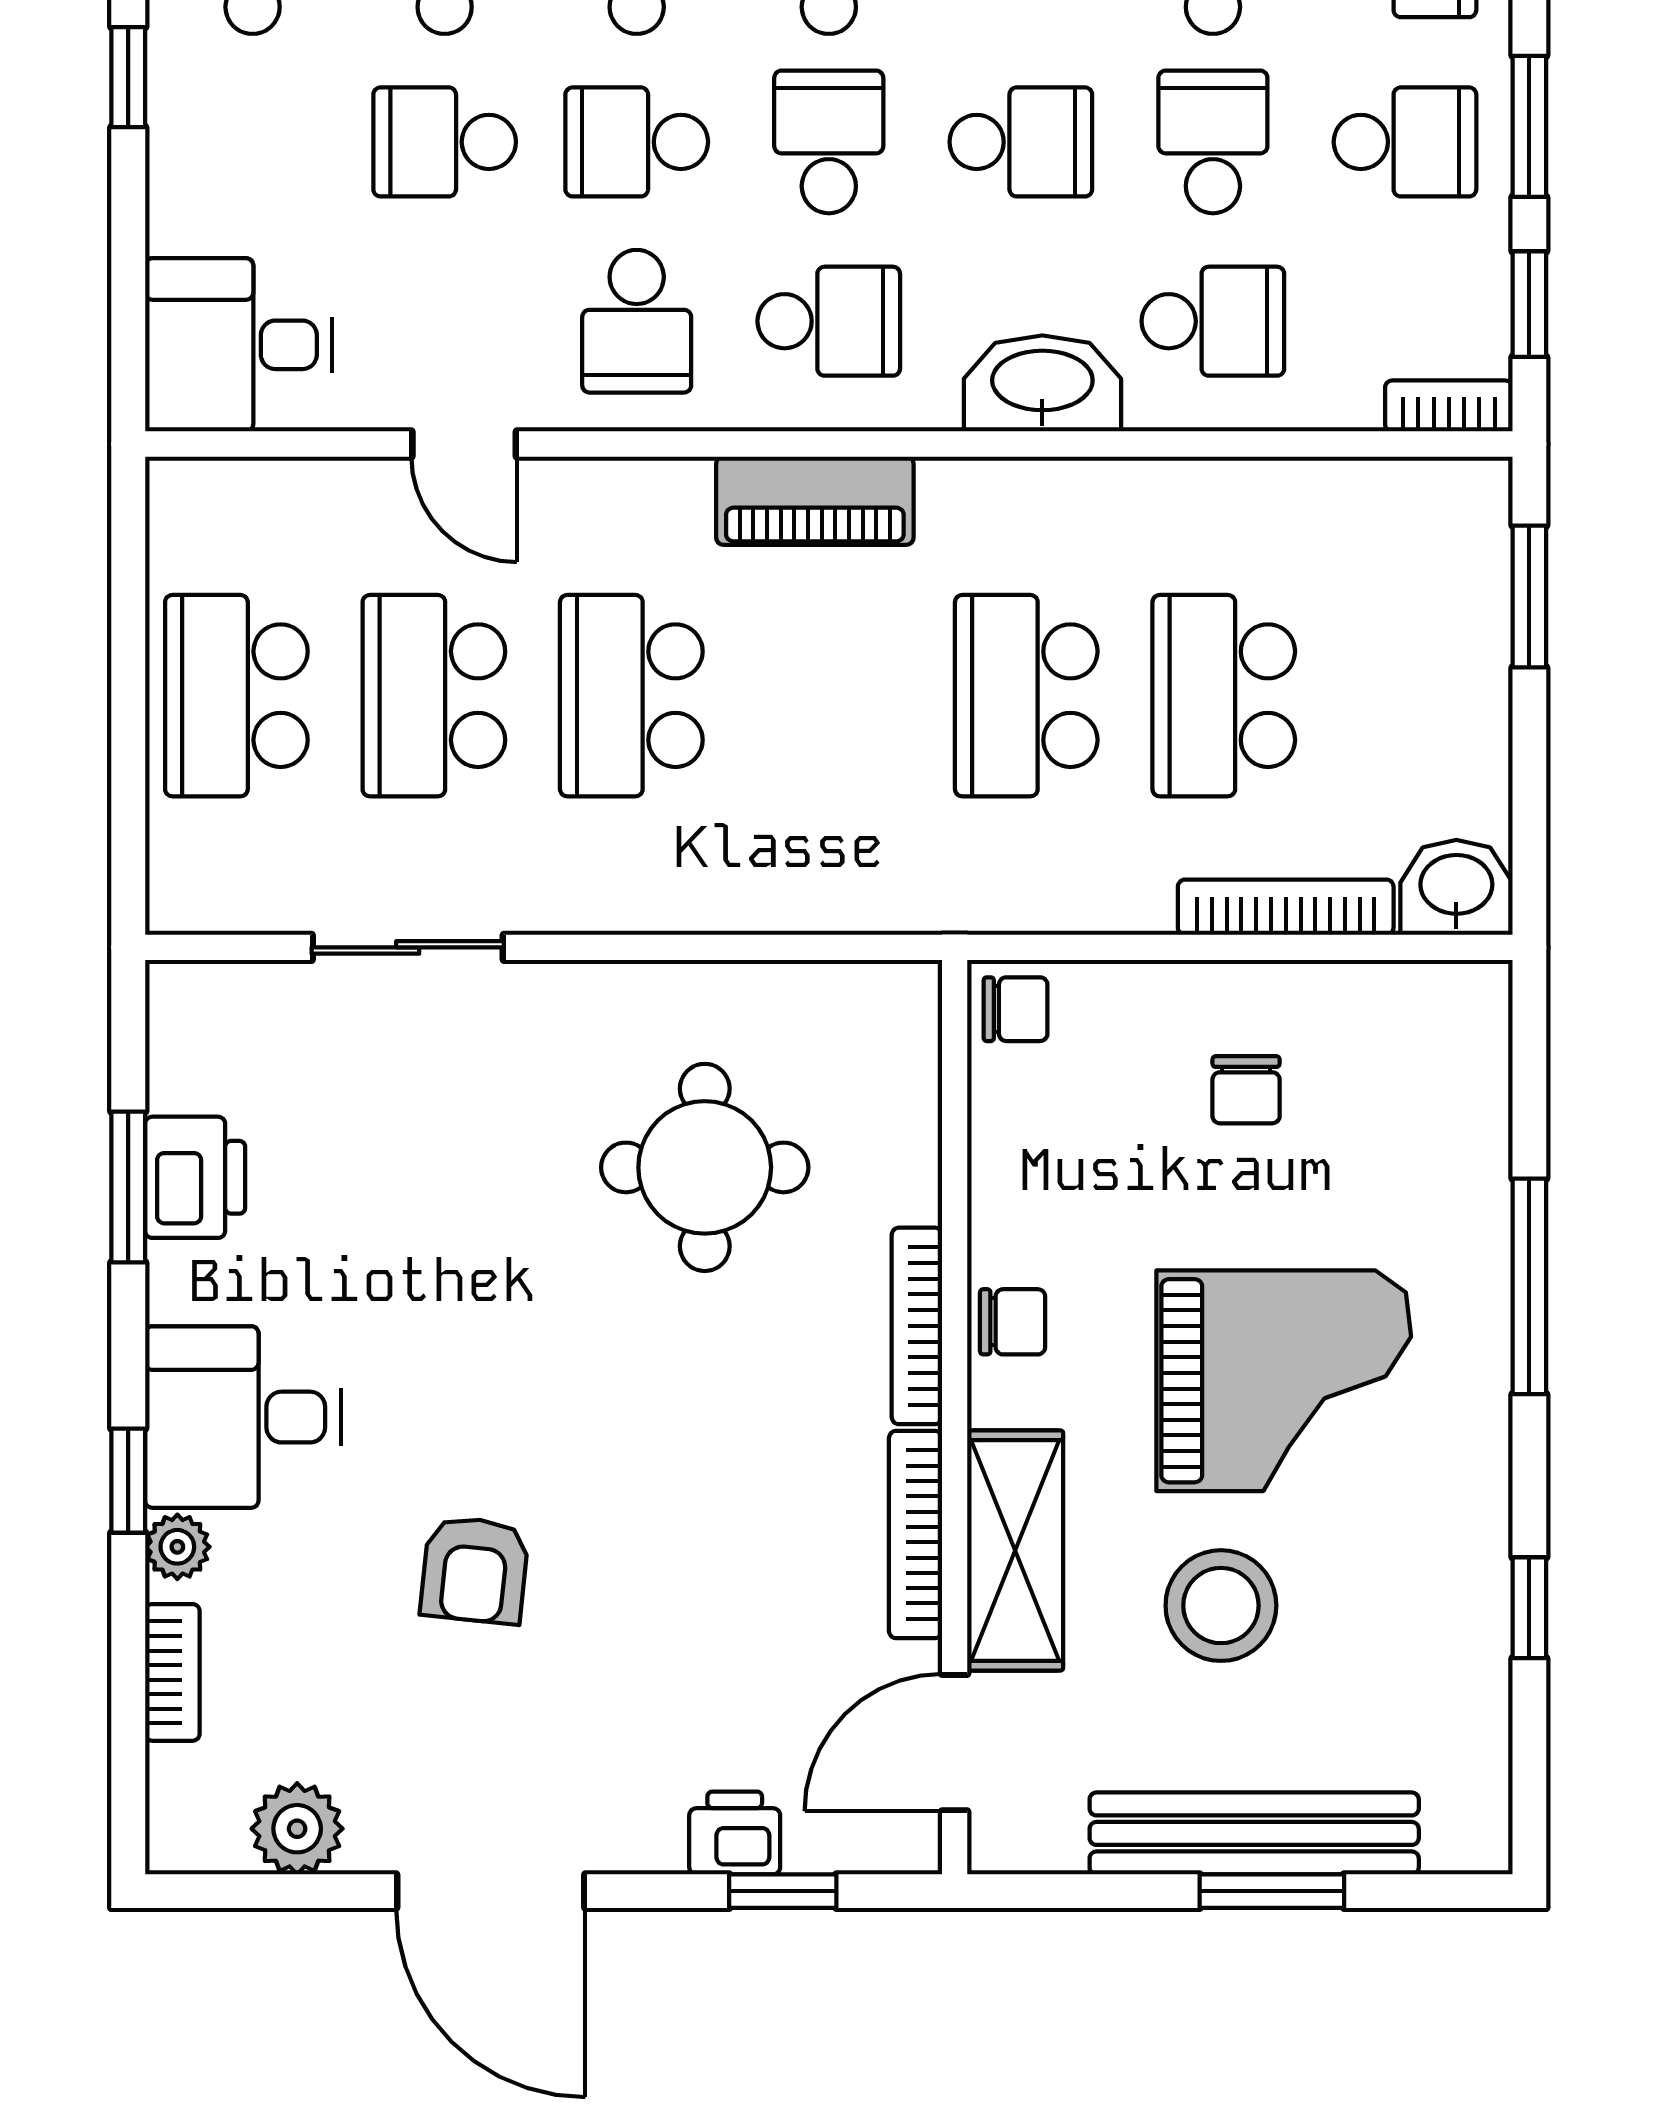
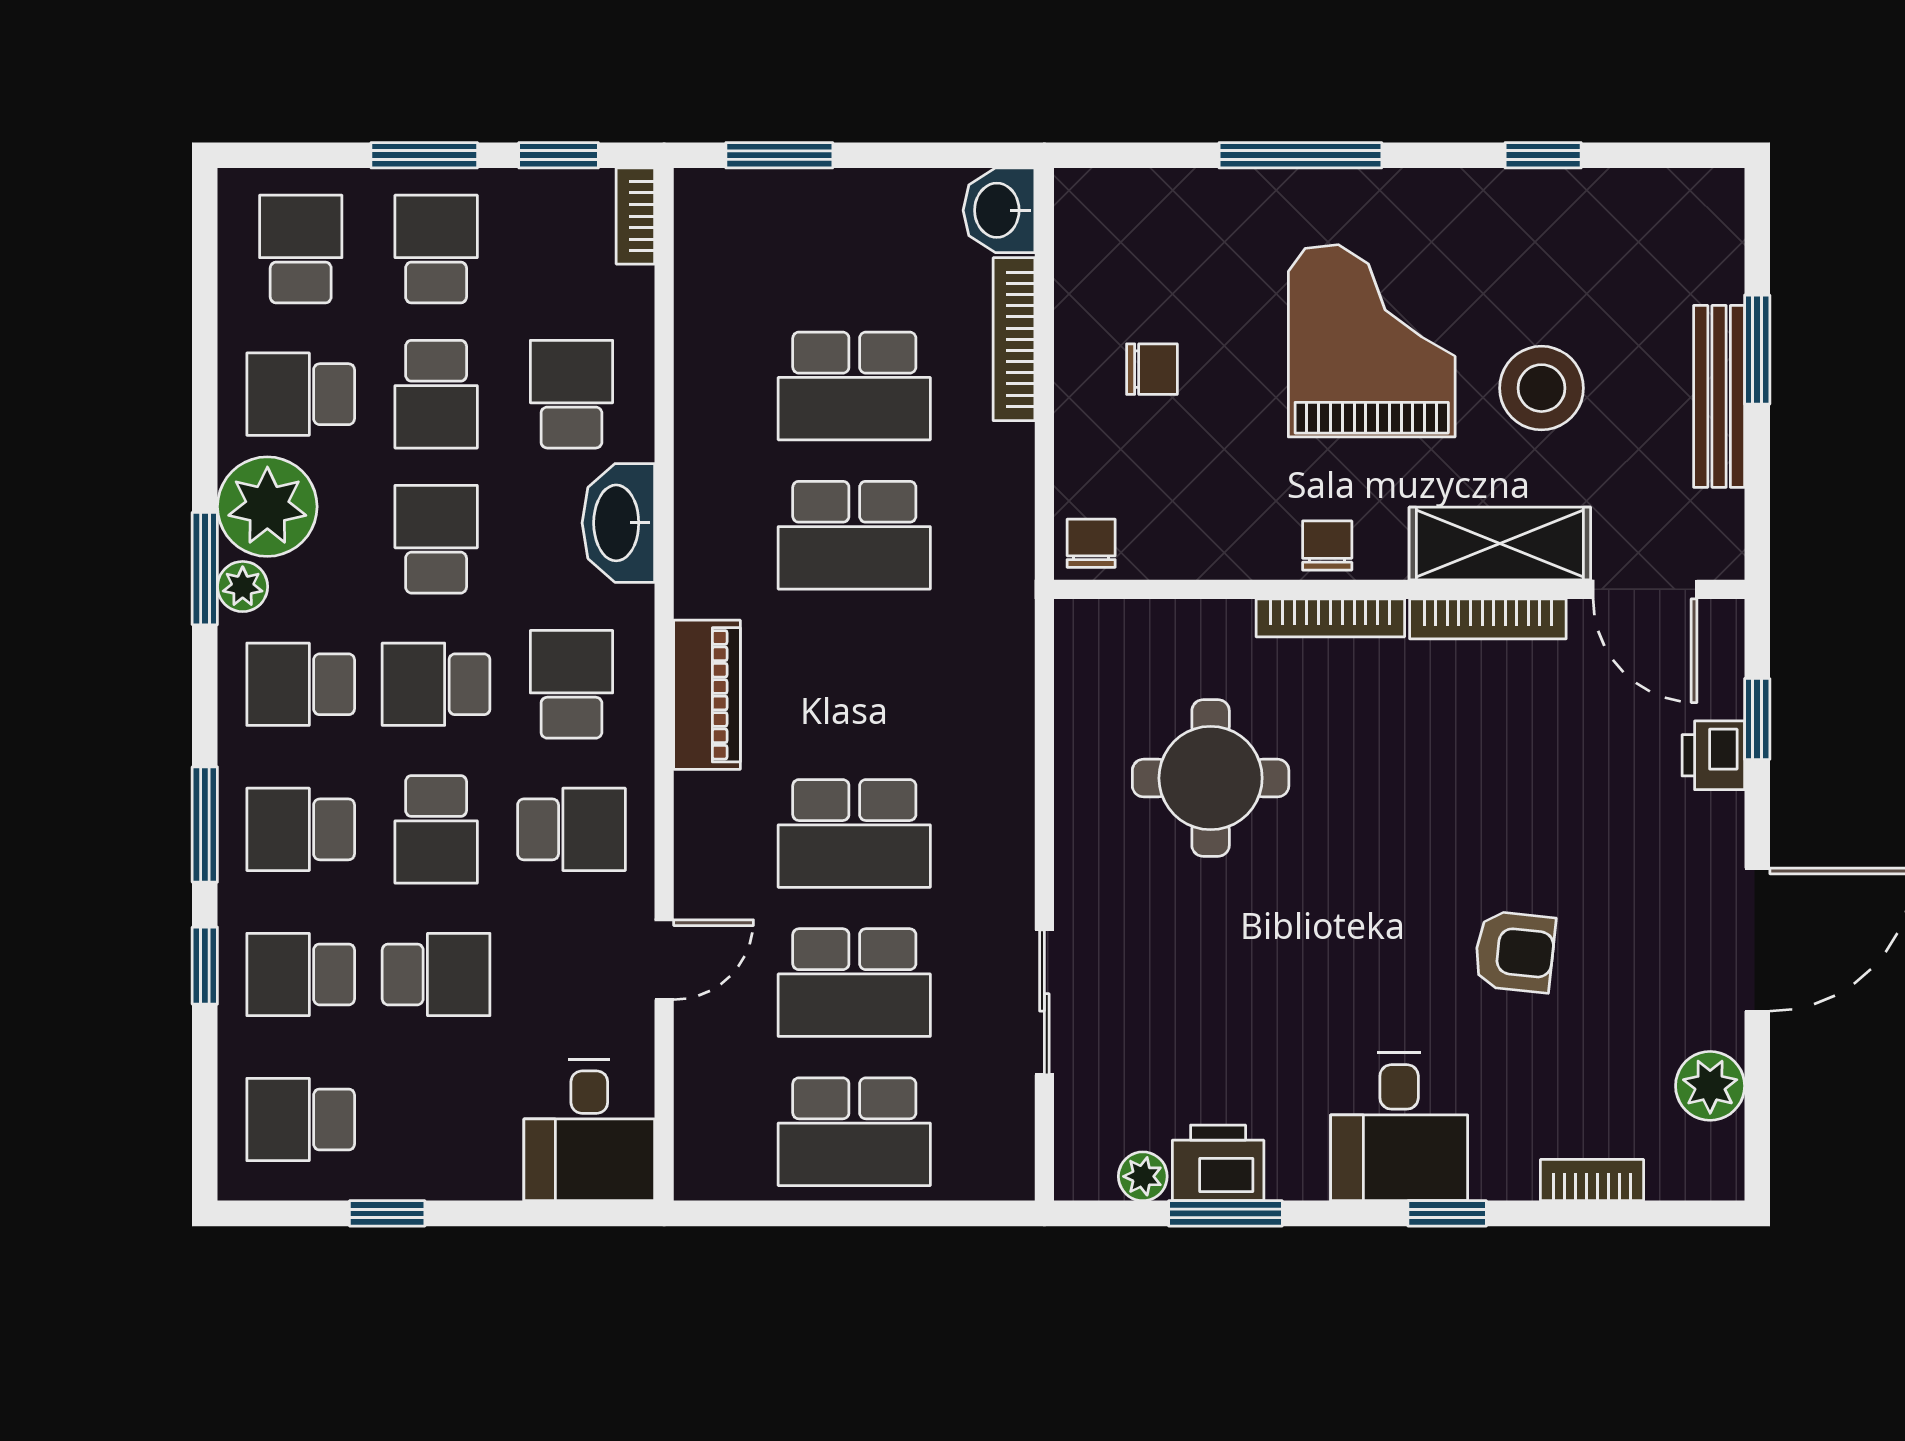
school desk: (445, 142) -> (436, 974), turned -90
school desk: (1213, 142) -> (436, 394), turned -90
plant: (177, 1547) -> (1143, 1176), moved
bench: (1254, 1833) -> (1719, 396), width x0.73, depth x0.82

